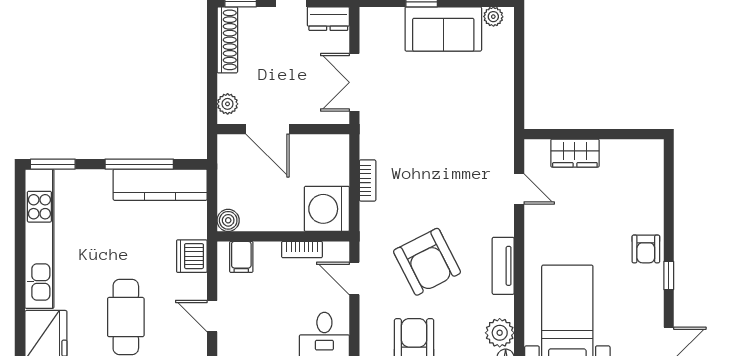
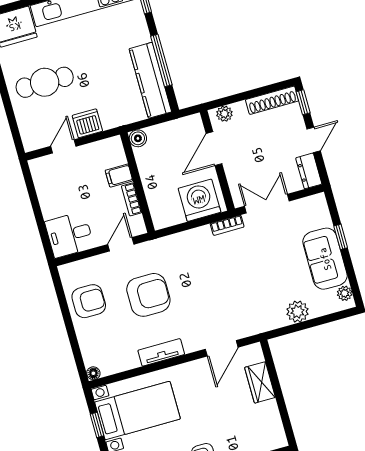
bookcase: (368, 180) -> (227, 225), moved
door: (519, 189) -> (222, 348), width x1.38
washing machine: (327, 209) -> (199, 200), moved
dishwasher: (192, 256) -> (87, 123), moved
filing cabinet: (241, 257) -> (119, 176), moved
armchair: (427, 262) -> (148, 295), turned -153
plant: (500, 333) -> (298, 312), moved

